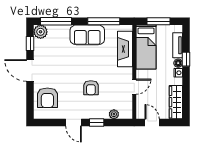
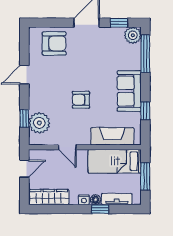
window: (104, 21) -> (145, 111), width x0.46
armchair: (91, 88) -> (81, 100), moved
armchair: (47, 98) -> (54, 43), turned 180
plant: (114, 114) -> (39, 123), width x1.88, depth x1.88
window: (97, 123) -> (24, 118), moved

